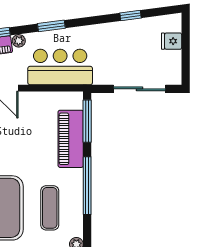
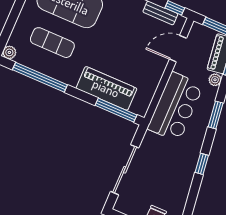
window: (130, 15) -> (202, 164), moved
window: (87, 186) -> (40, 77), moved

